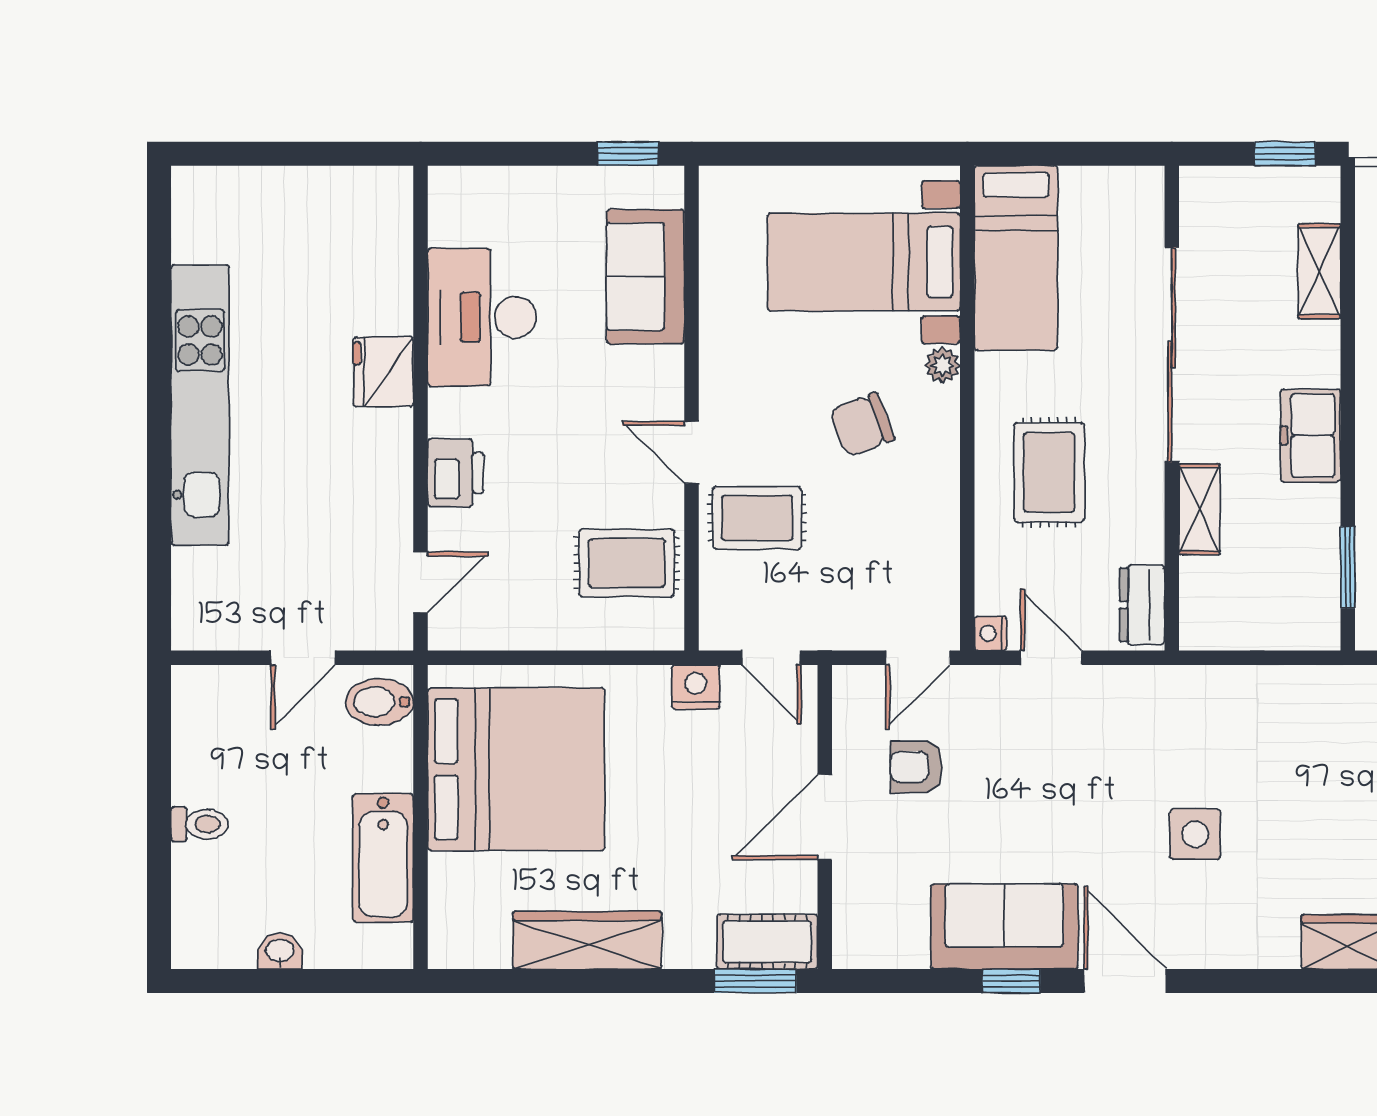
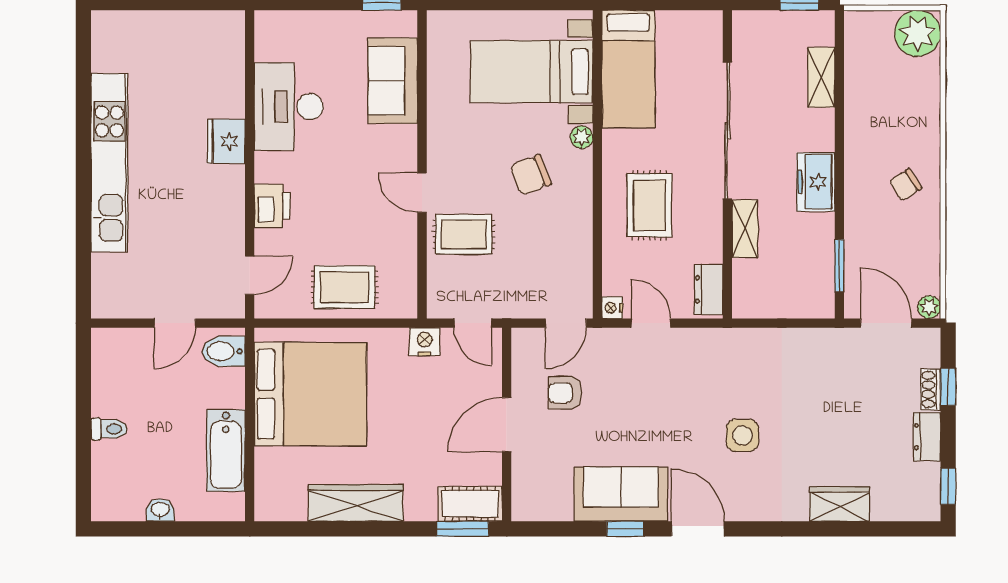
rug: (627, 563) -> (345, 287), moved

